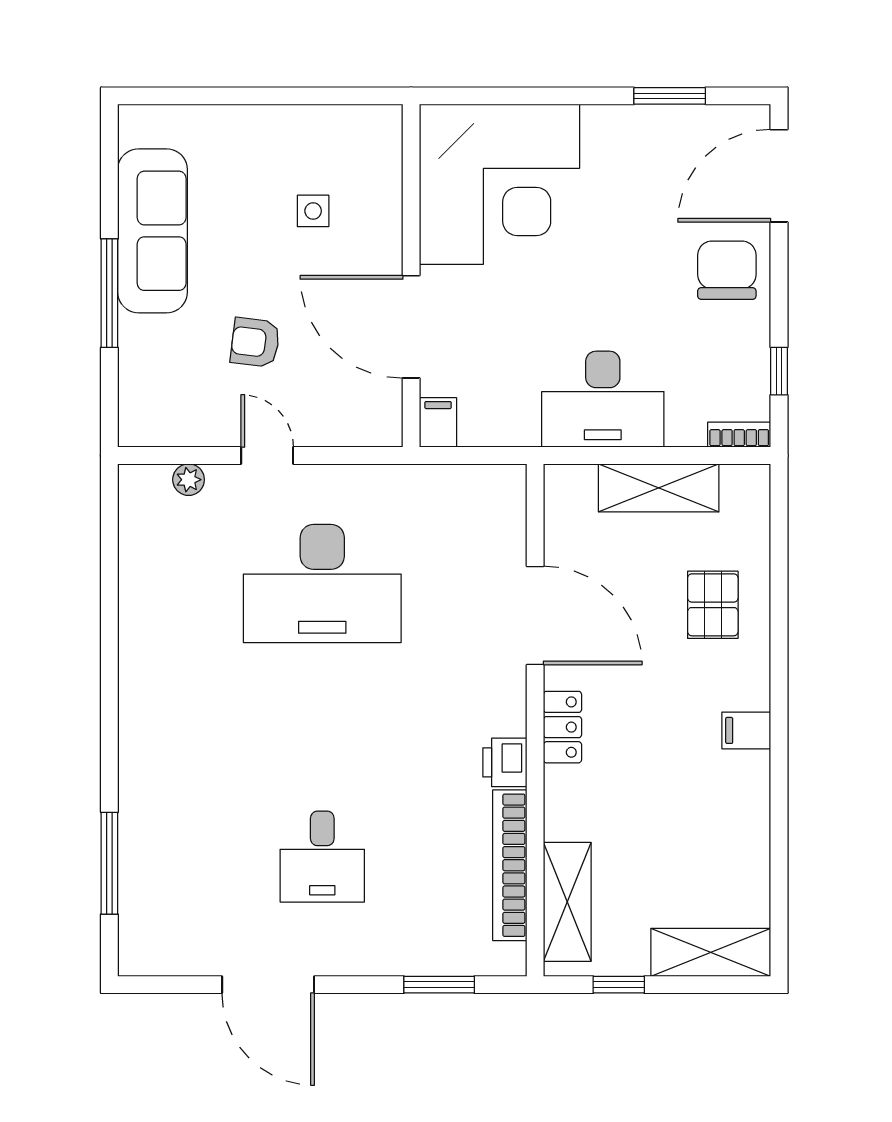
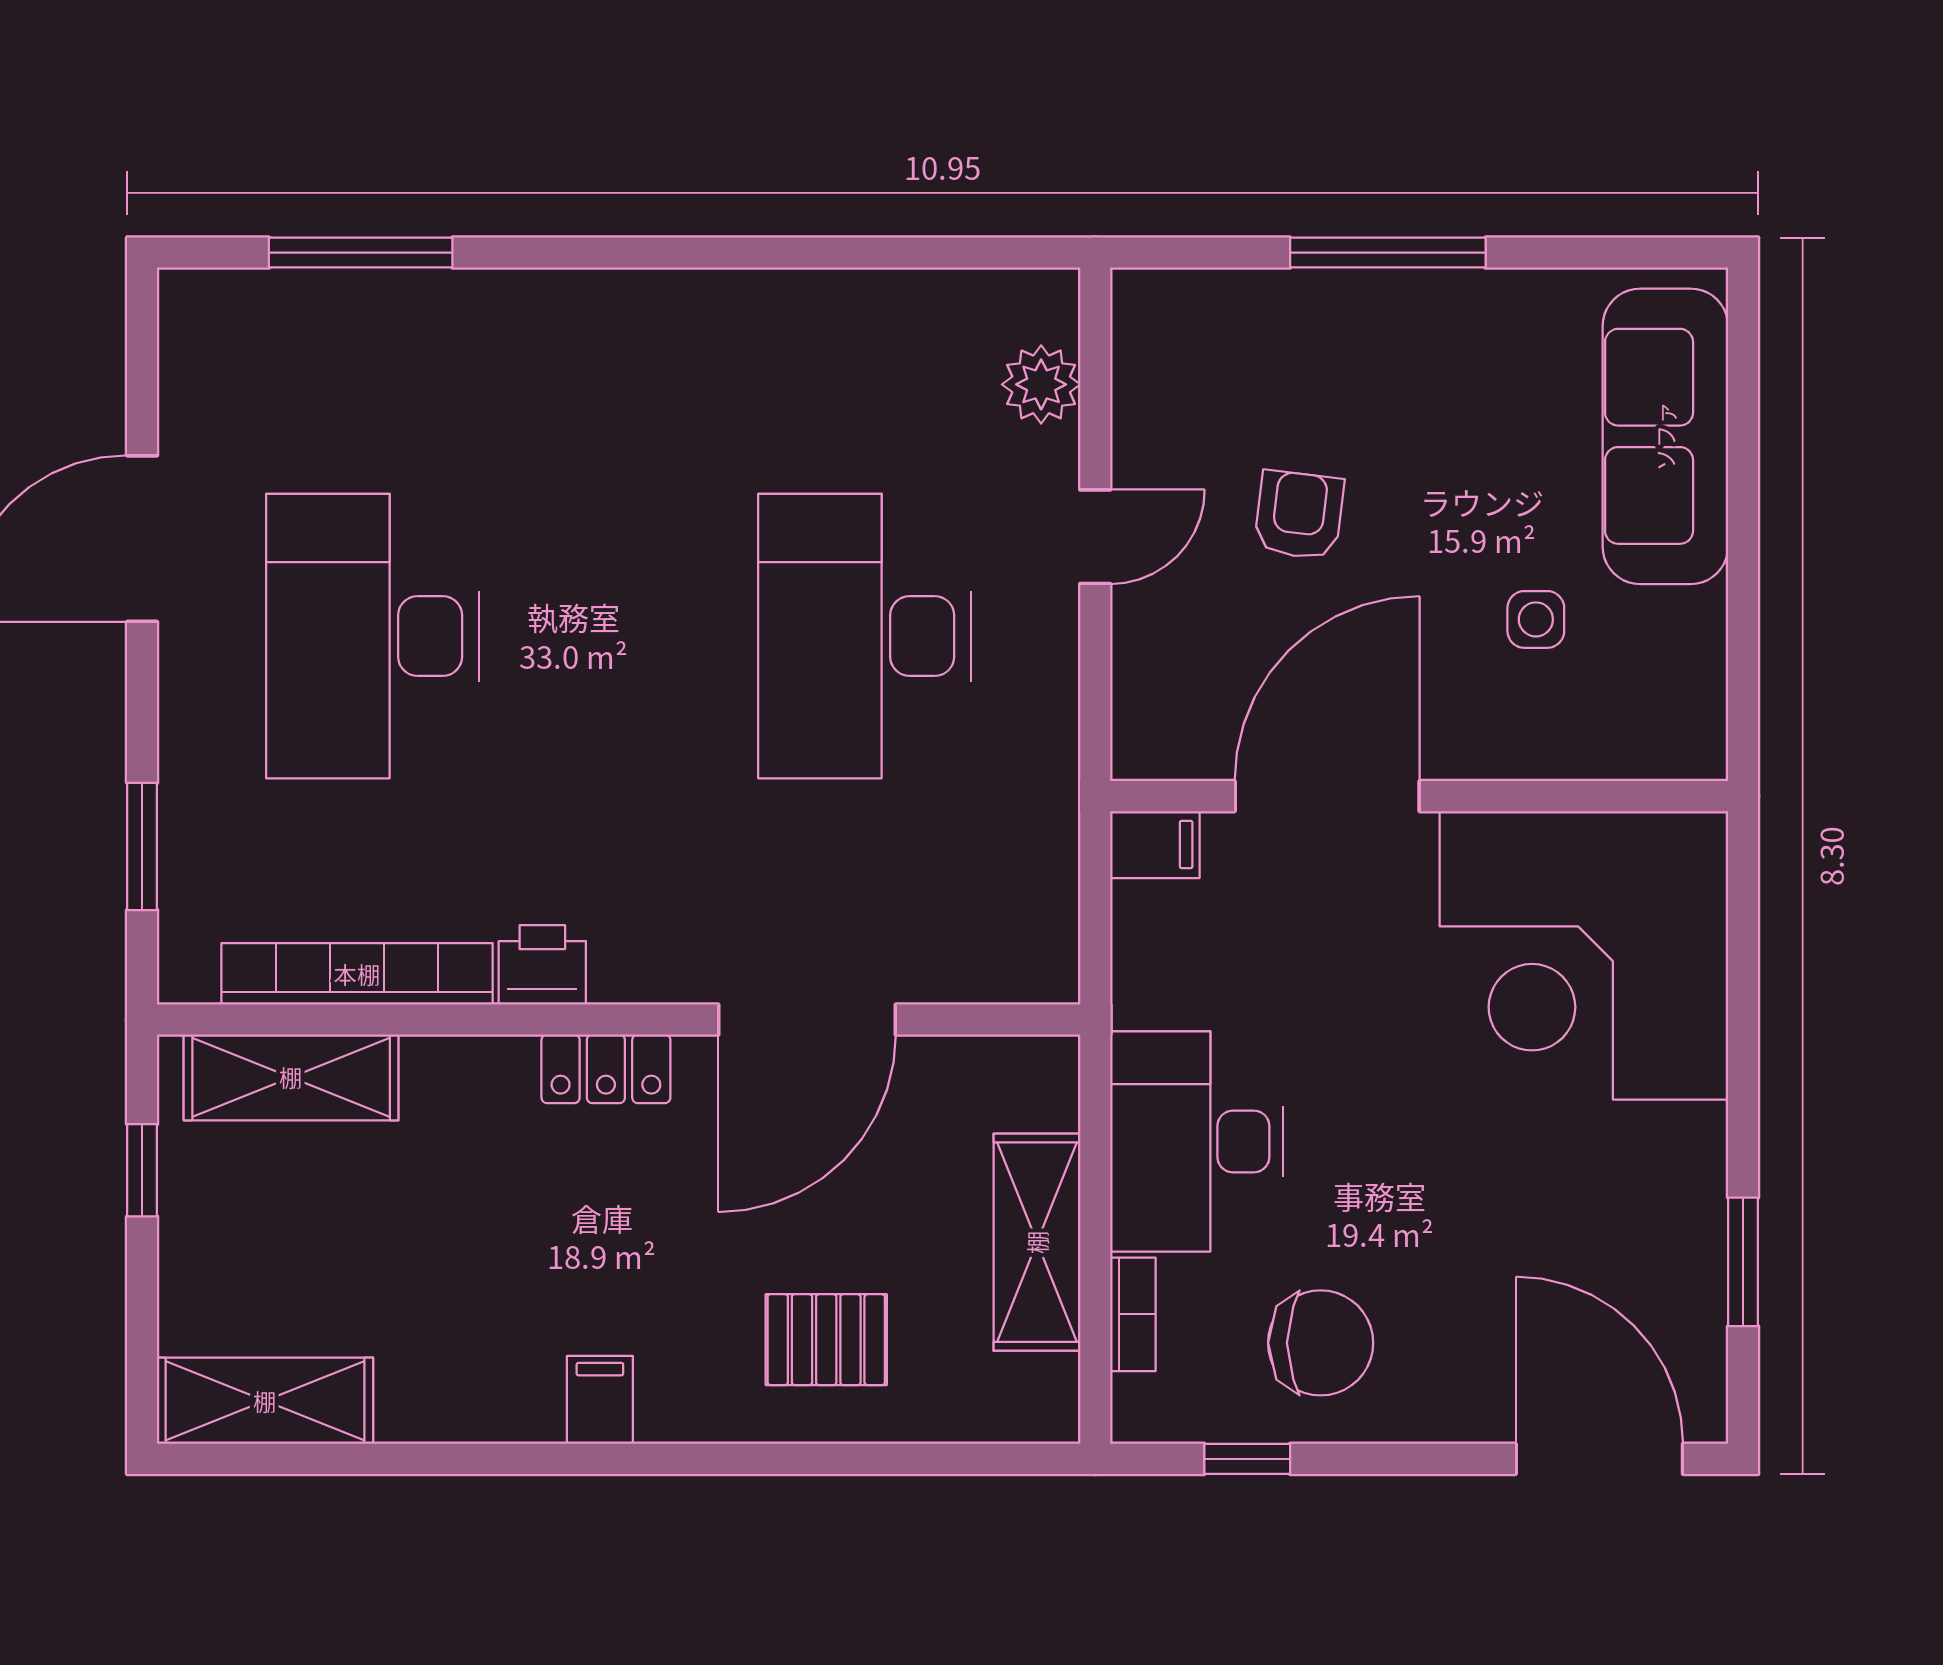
sofa: (153, 231) -> (1665, 436), moved, turned 90
chair: (727, 270) -> (1321, 1343), moved
bookcase: (739, 435) -> (1133, 1314), moved
plant: (189, 480) -> (1041, 384), width x1.38, depth x1.38
desk: (322, 857) -> (373, 636), width x1.87, depth x1.30
shelving: (711, 952) -> (265, 1401), moved, turned 90

